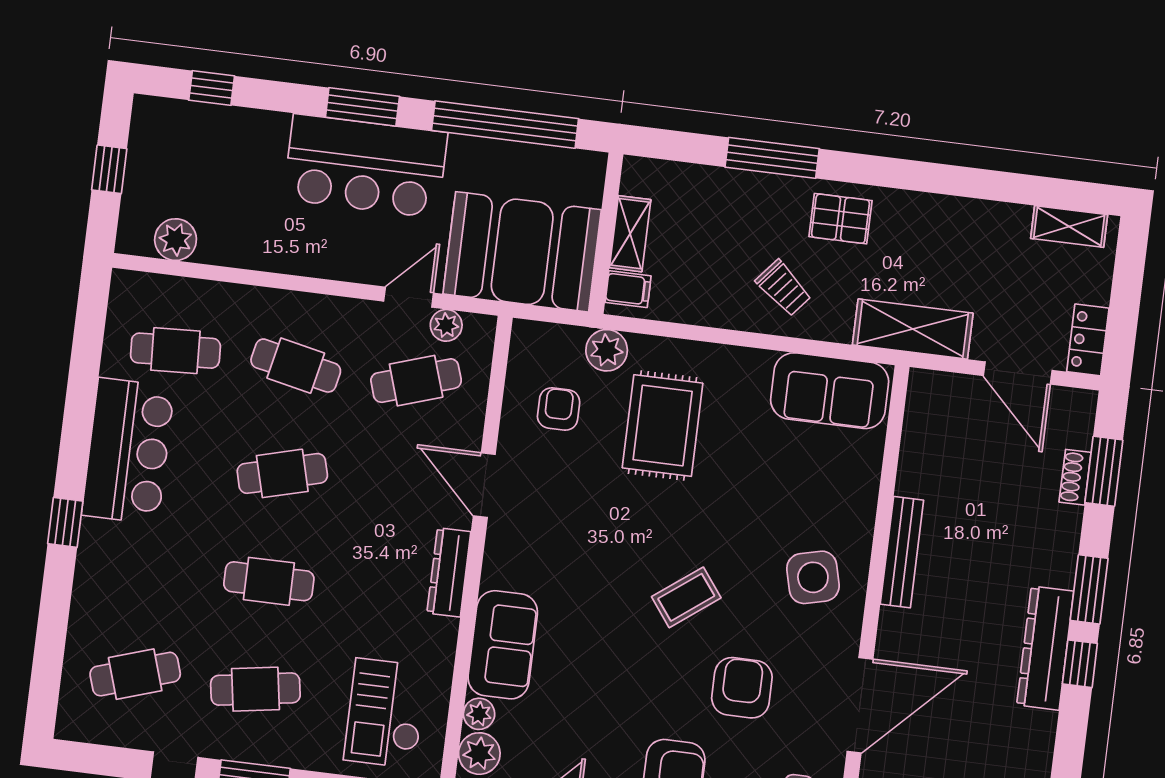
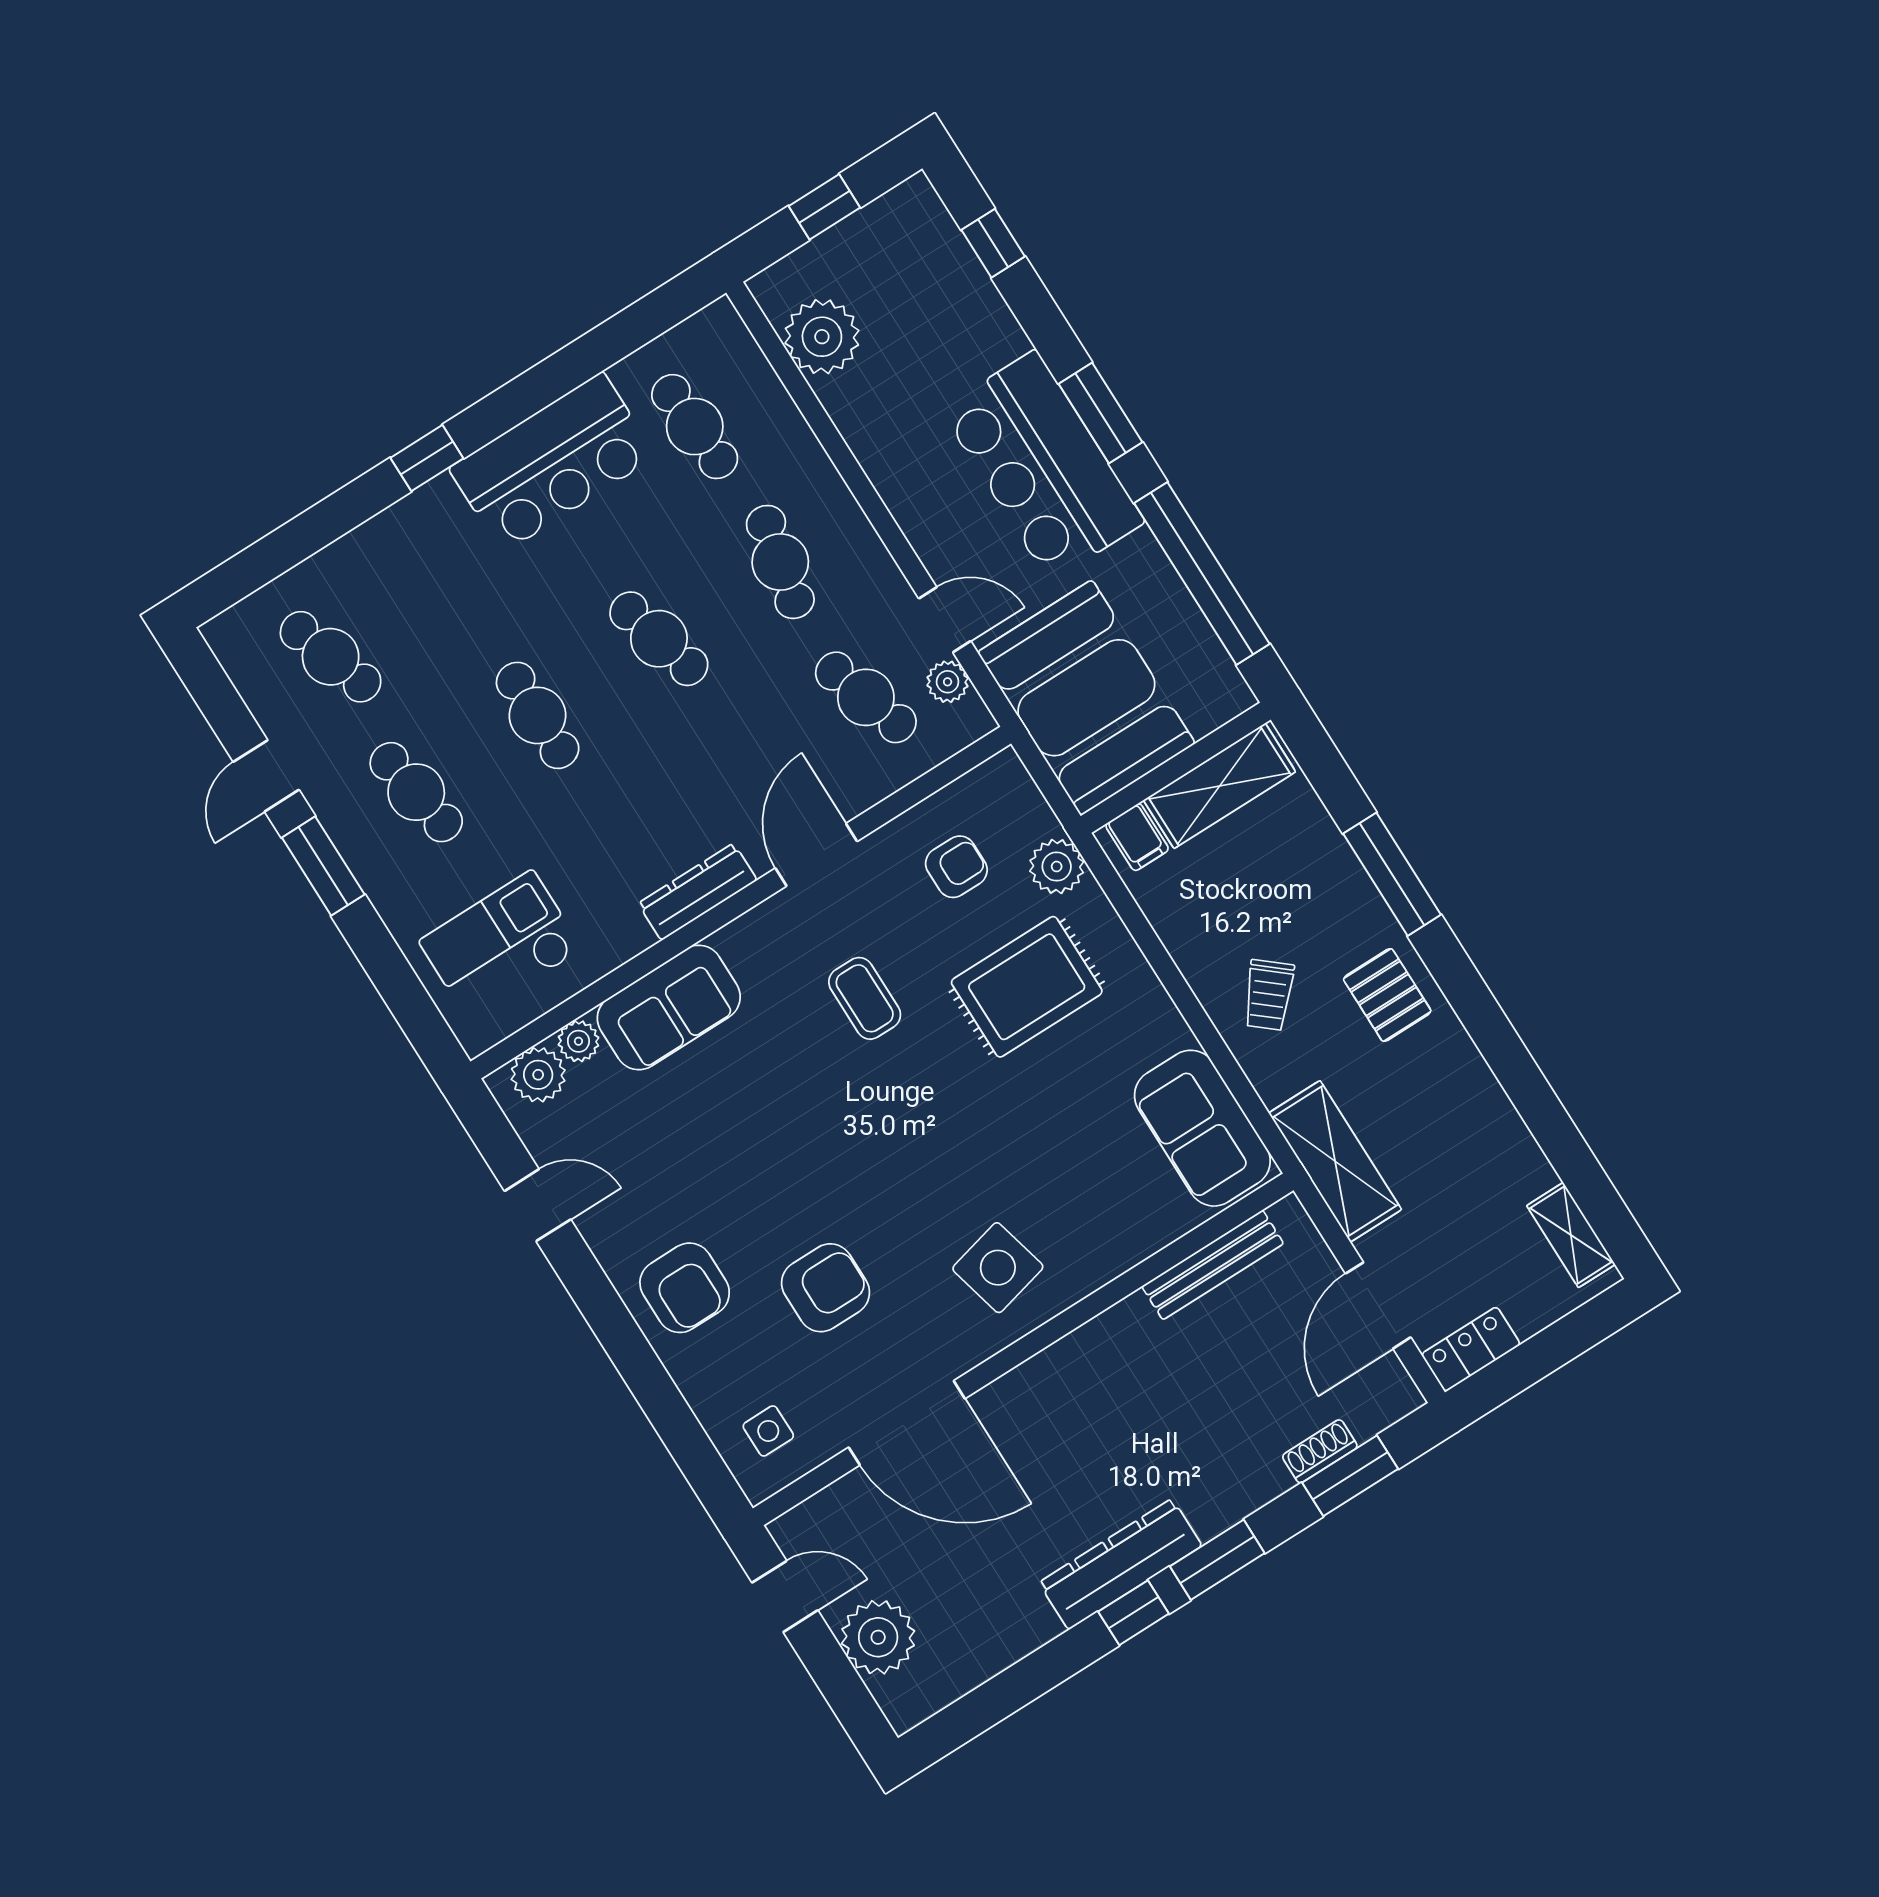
shelving: (630, 234) -> (1220, 786), width x1.50, depth x1.33
plant: (176, 240) -> (822, 337), width x1.36, depth x1.36
bench: (902, 552) -> (1213, 1265), moved
coffee table: (686, 597) -> (865, 998), moved, turned 37

